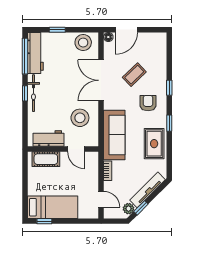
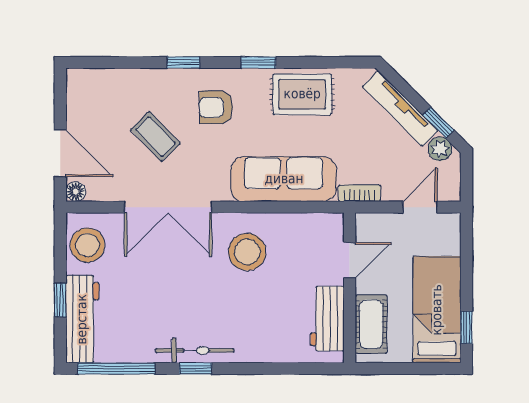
workbench: (35, 53) -> (82, 319), moved, turned 90
workbench: (48, 139) -> (327, 319), moved
wall: (63, 149) -> (350, 288), moved
door: (76, 149) -> (350, 260), moved
cot: (46, 159) -> (371, 324), moved

